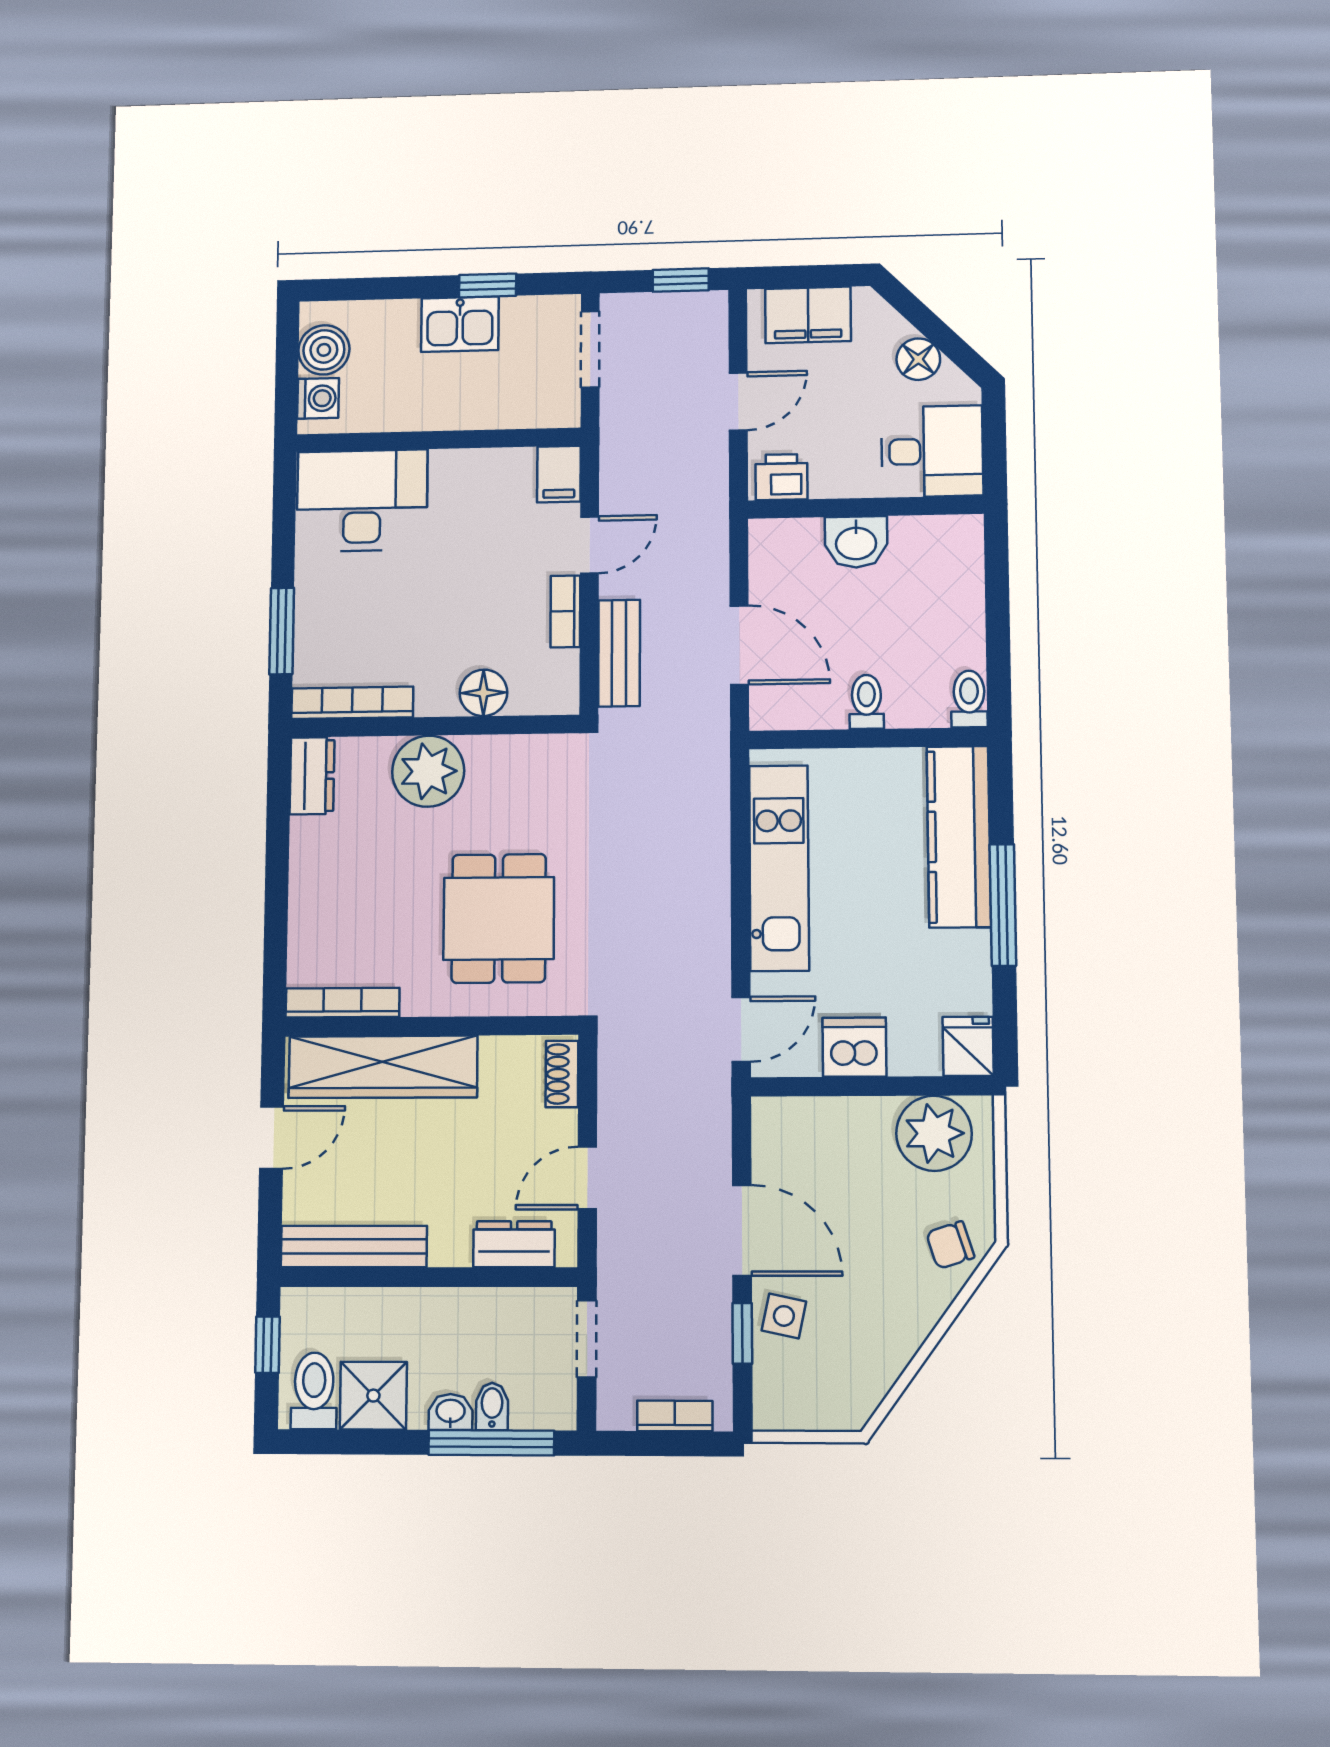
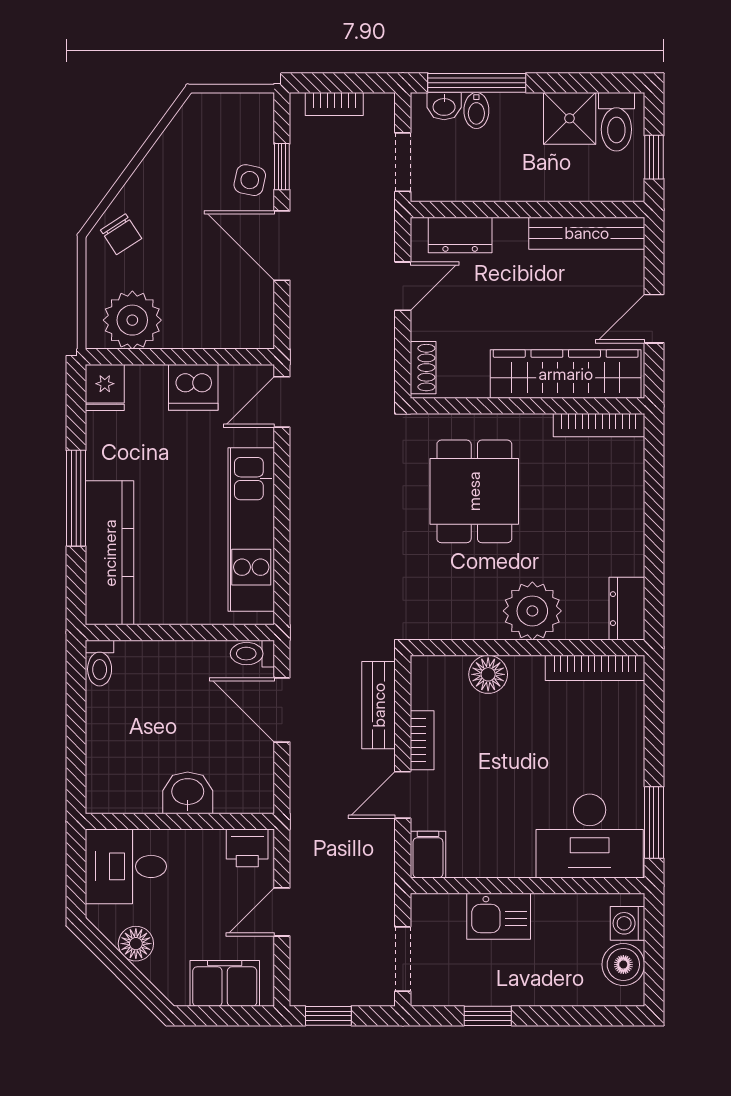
kitchen sink: (460, 324) -> (499, 916), moved, turned 180
window: (282, 631) -> (654, 823), moved
toilet: (866, 702) -> (252, 654), moved, turned 90
chair: (950, 1245) -> (121, 234), turned 75
washbasin: (451, 1412) -> (444, 106), moved

